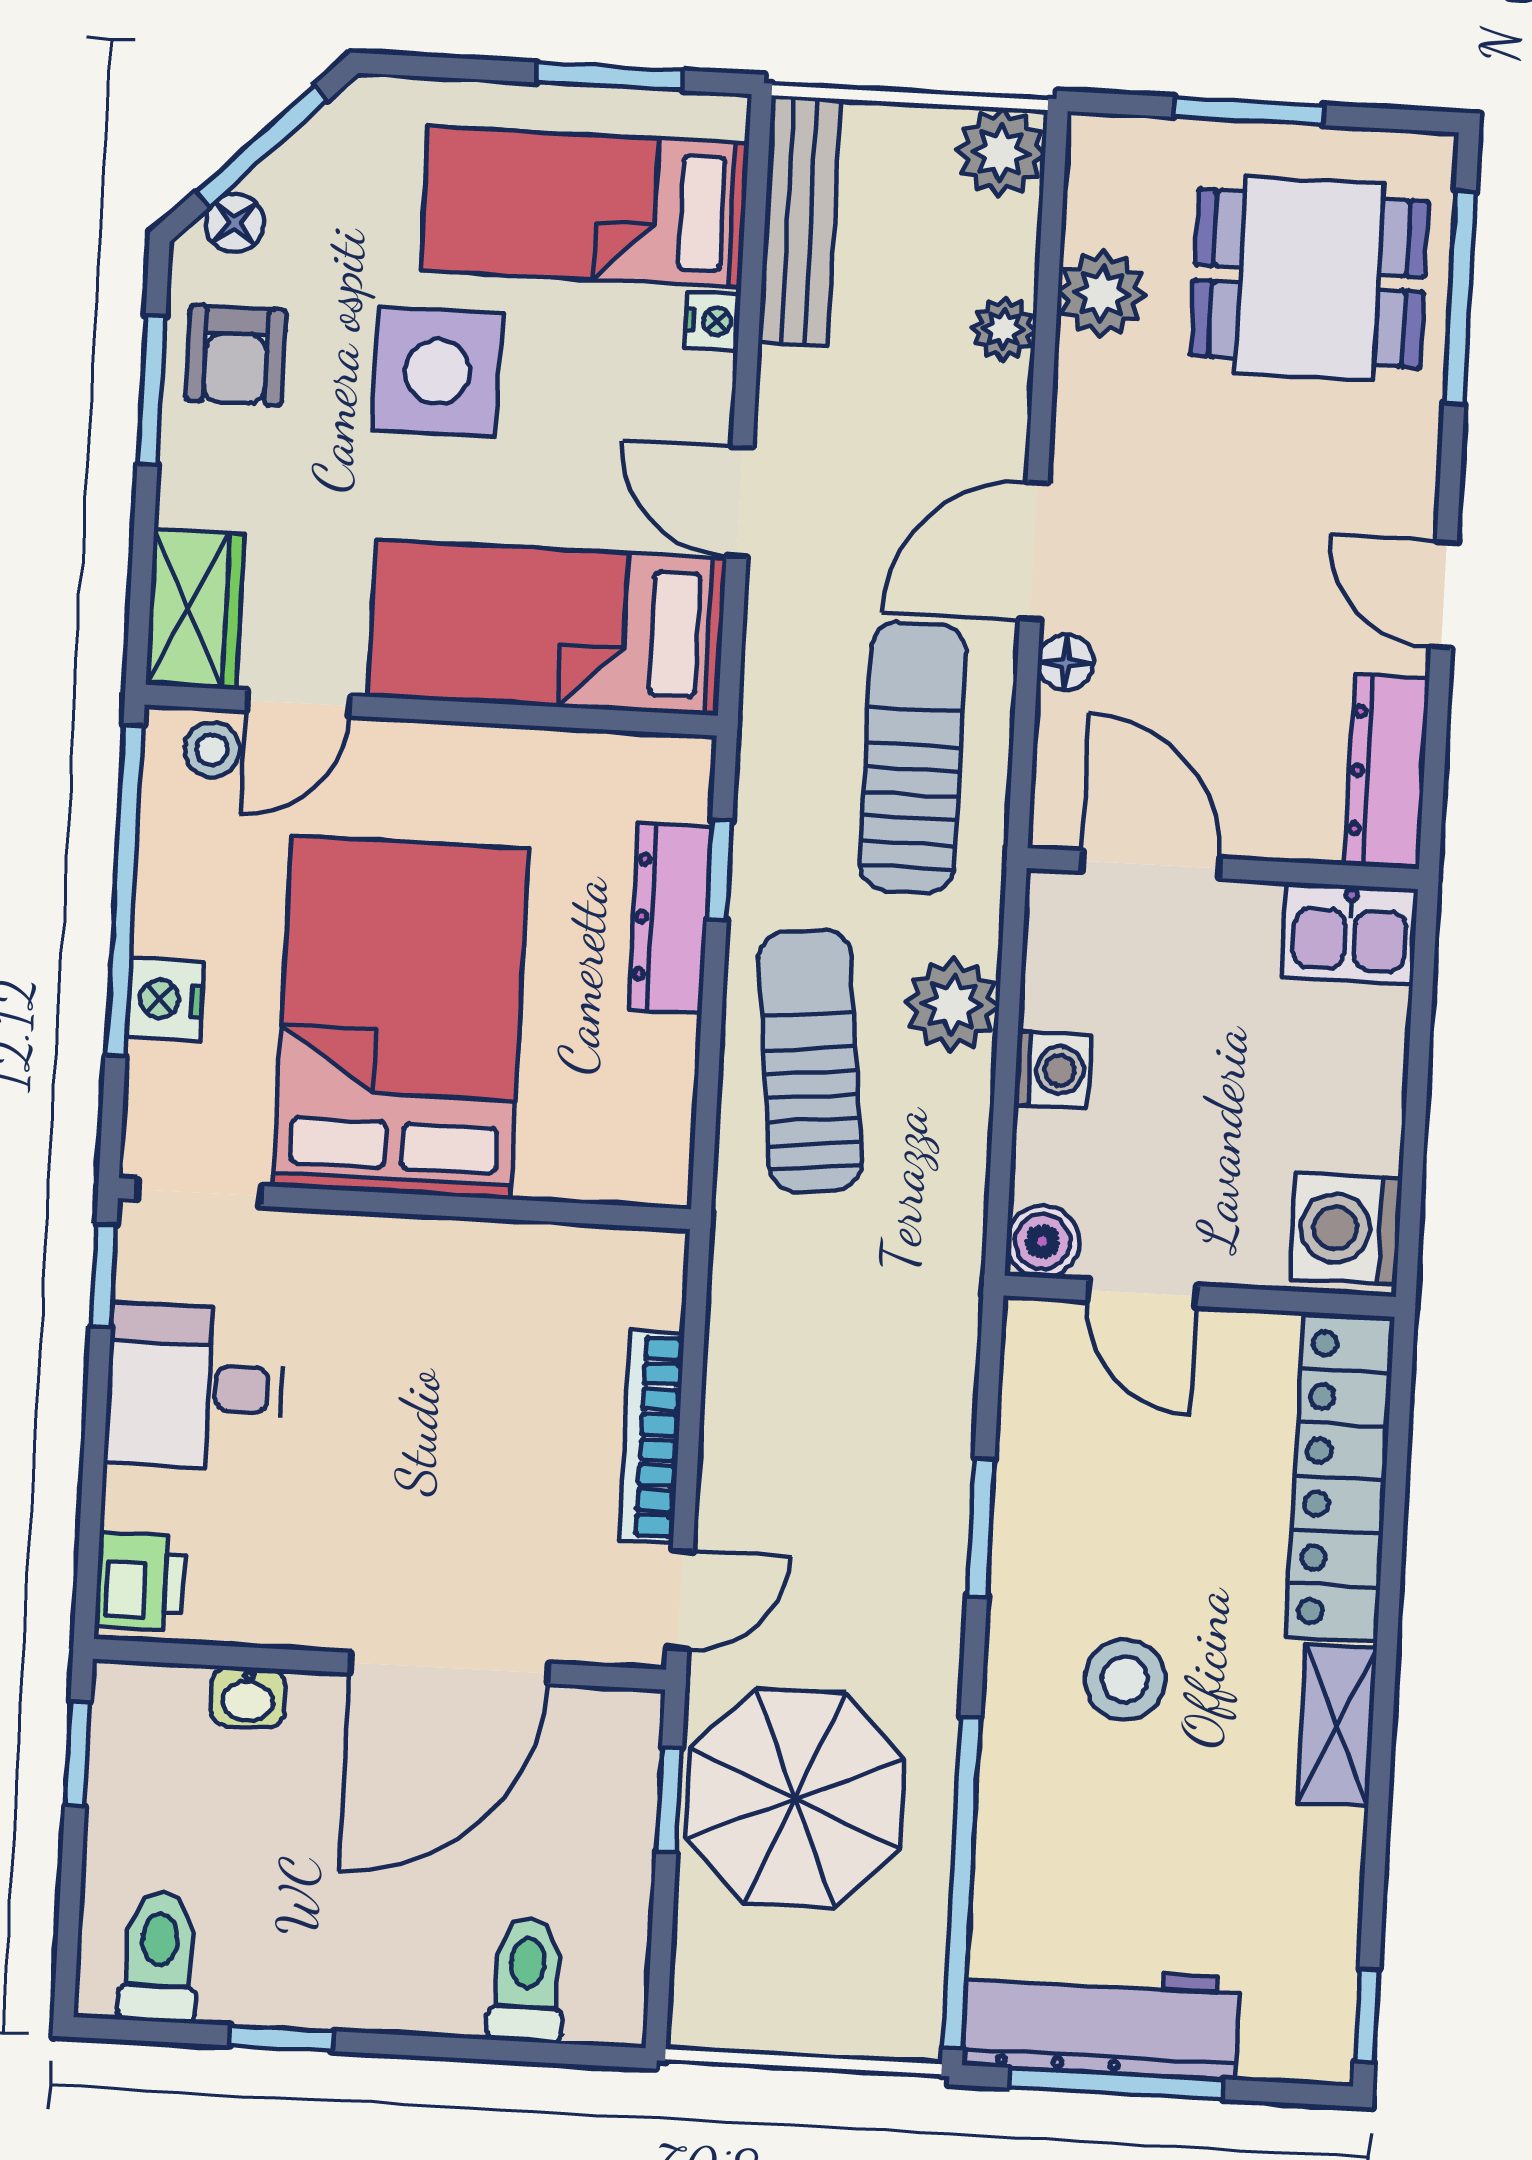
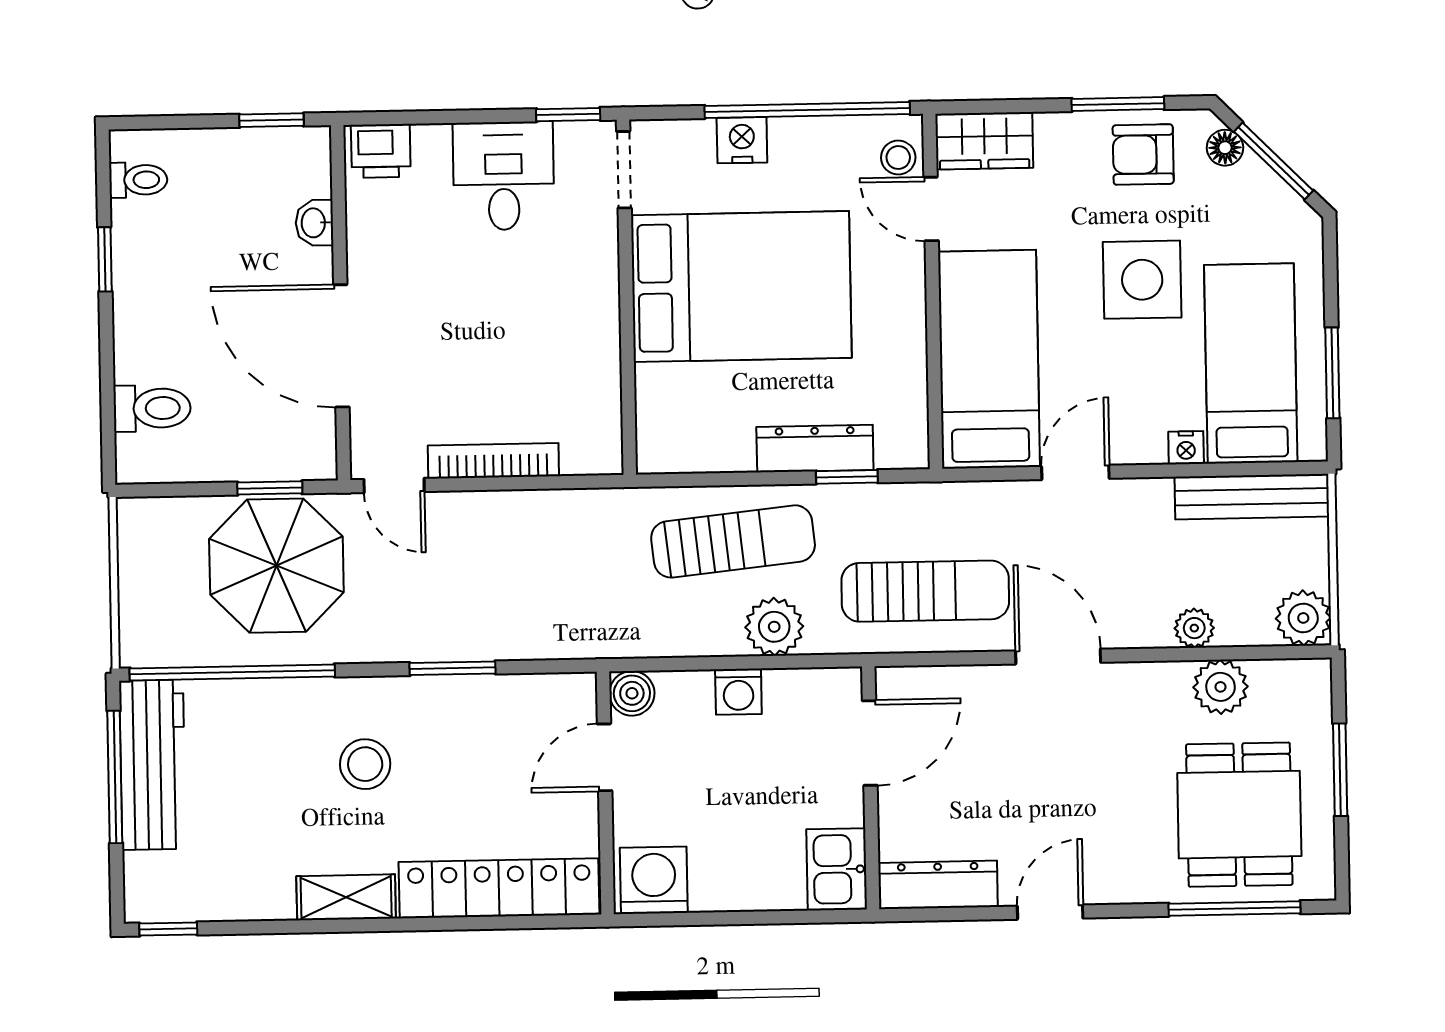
floor lamp: (1066, 662) -> (991, 681), removed
toilet: (159, 1957) -> (138, 180), width x0.73, depth x0.72

